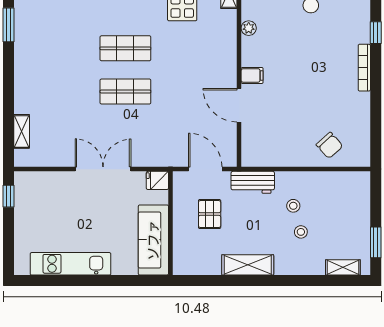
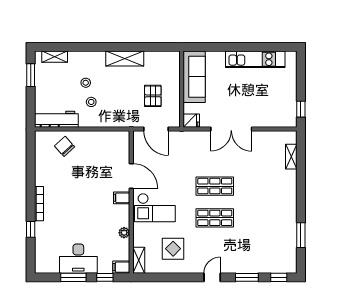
checkout: (207, 62) -> (155, 208), added
workbench: (253, 182) -> (56, 119), moved, width x1.38

